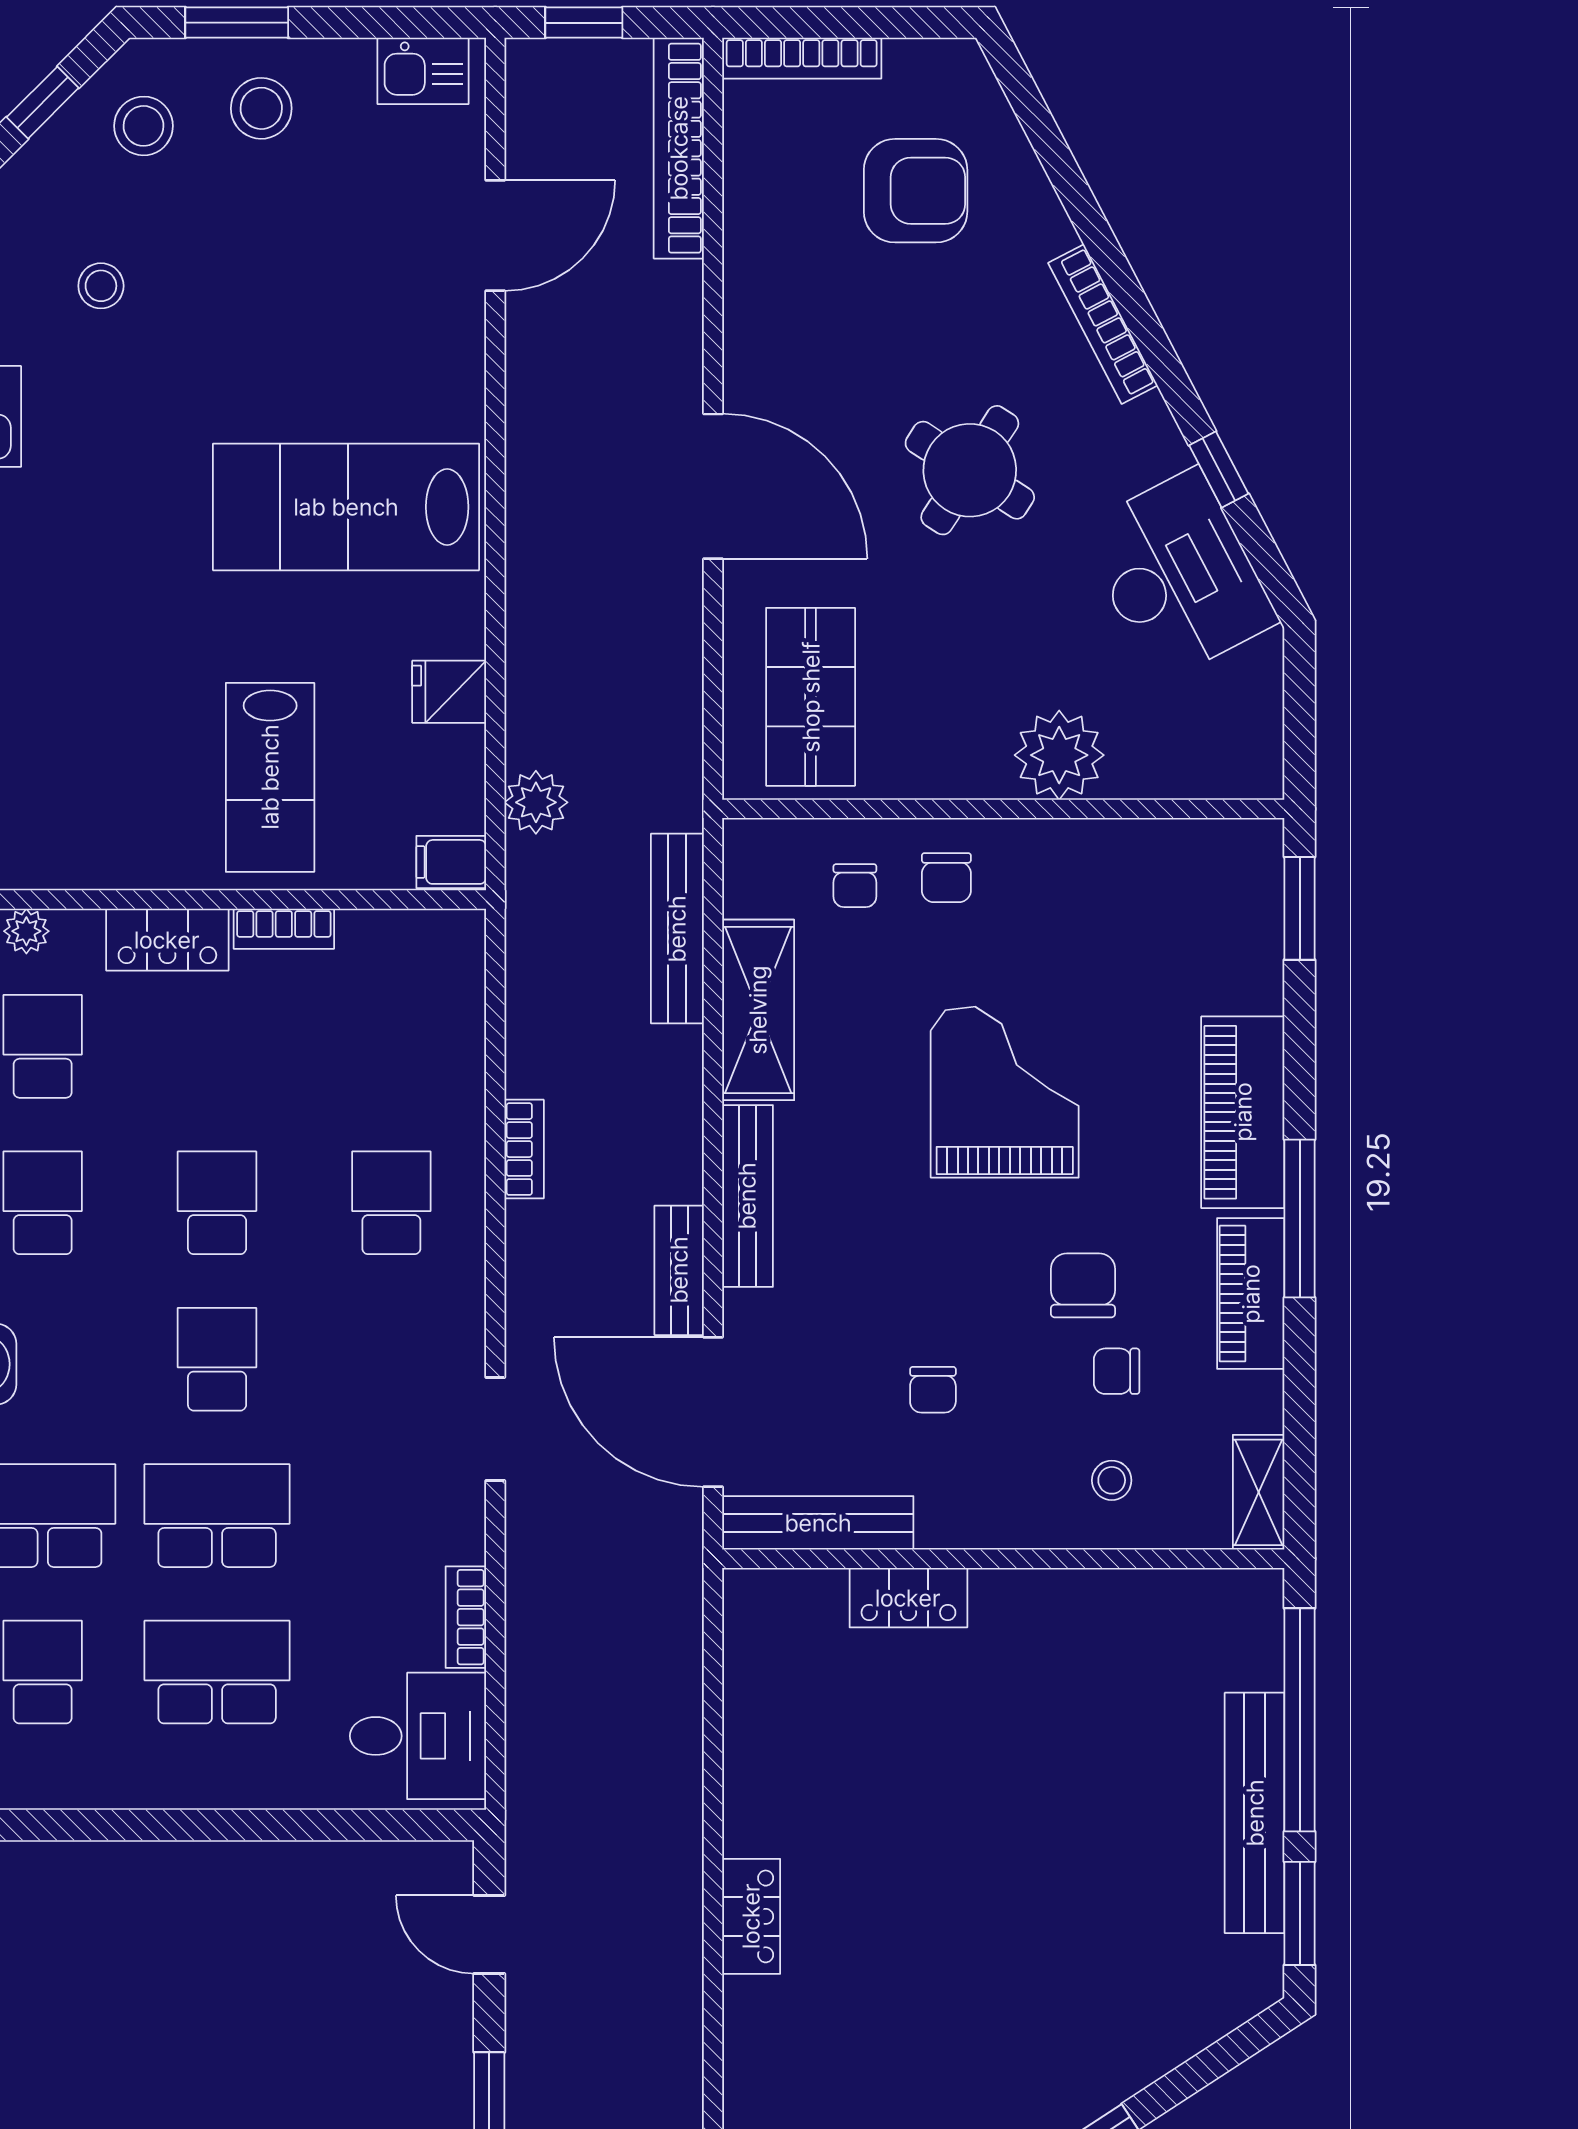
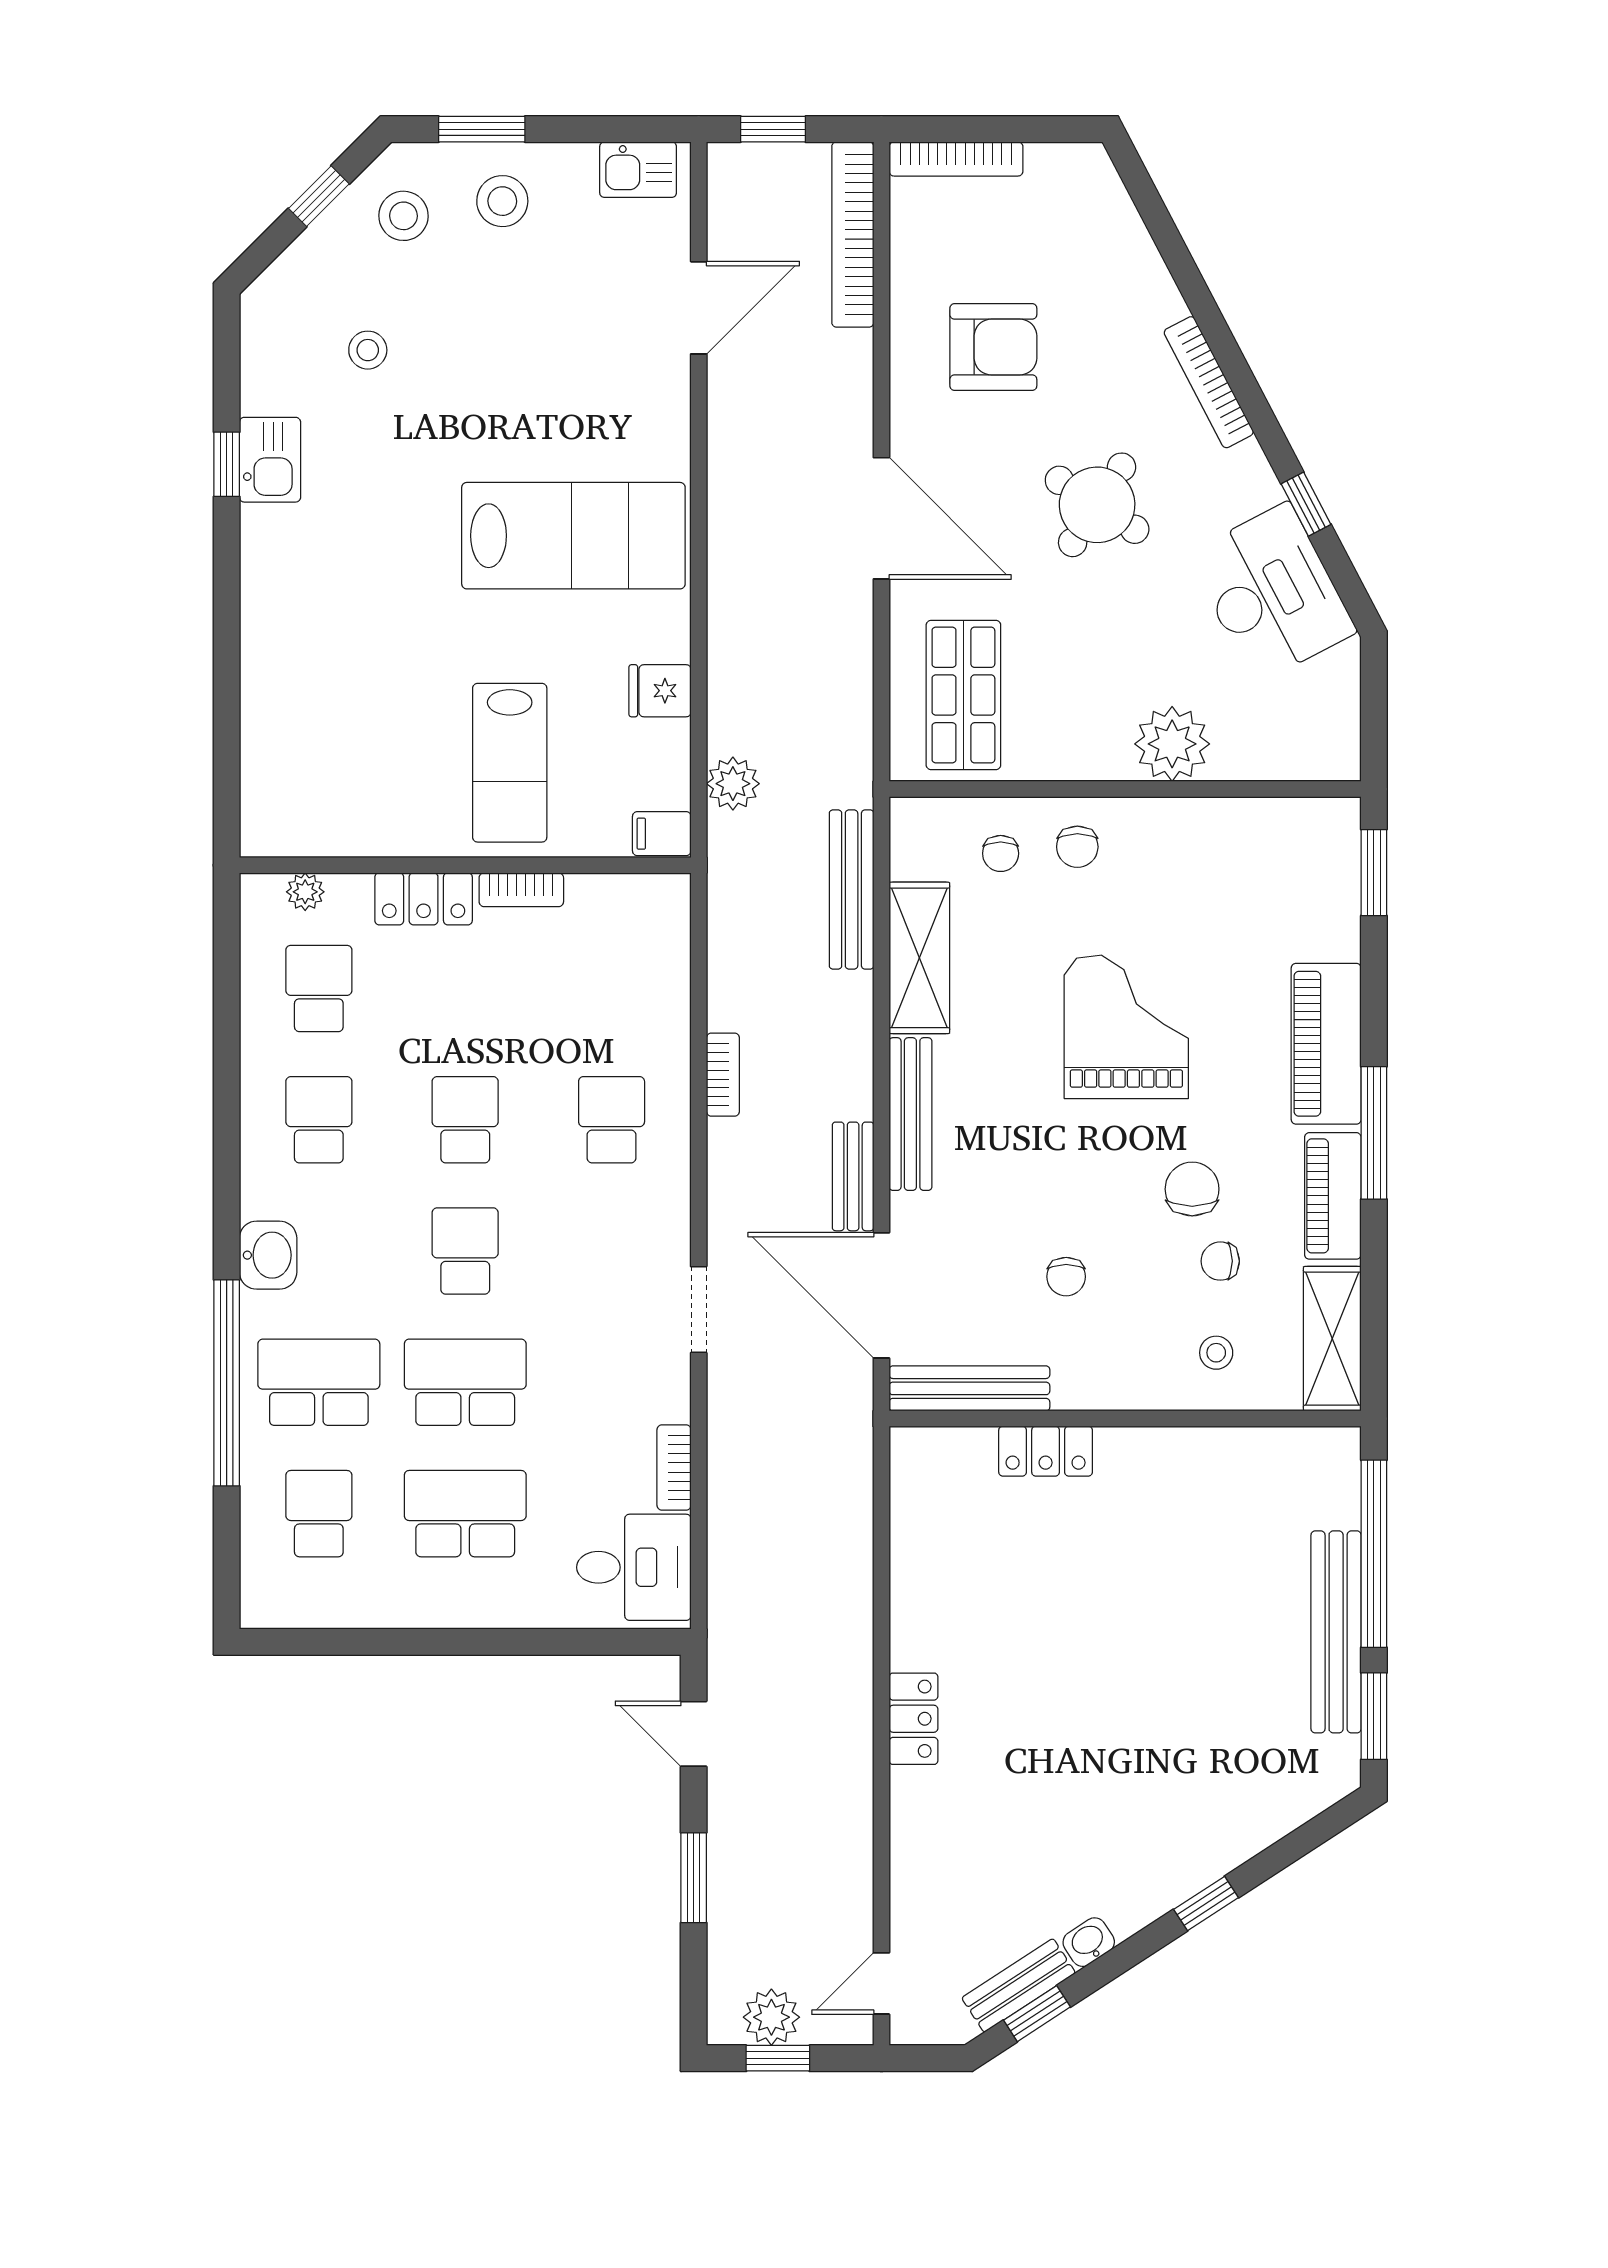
armchair: (916, 191) -> (993, 347), moved
lab bench: (346, 507) -> (573, 536), turned 180
shelving: (1259, 1492) -> (1332, 1339), width x1.50, depth x1.33

